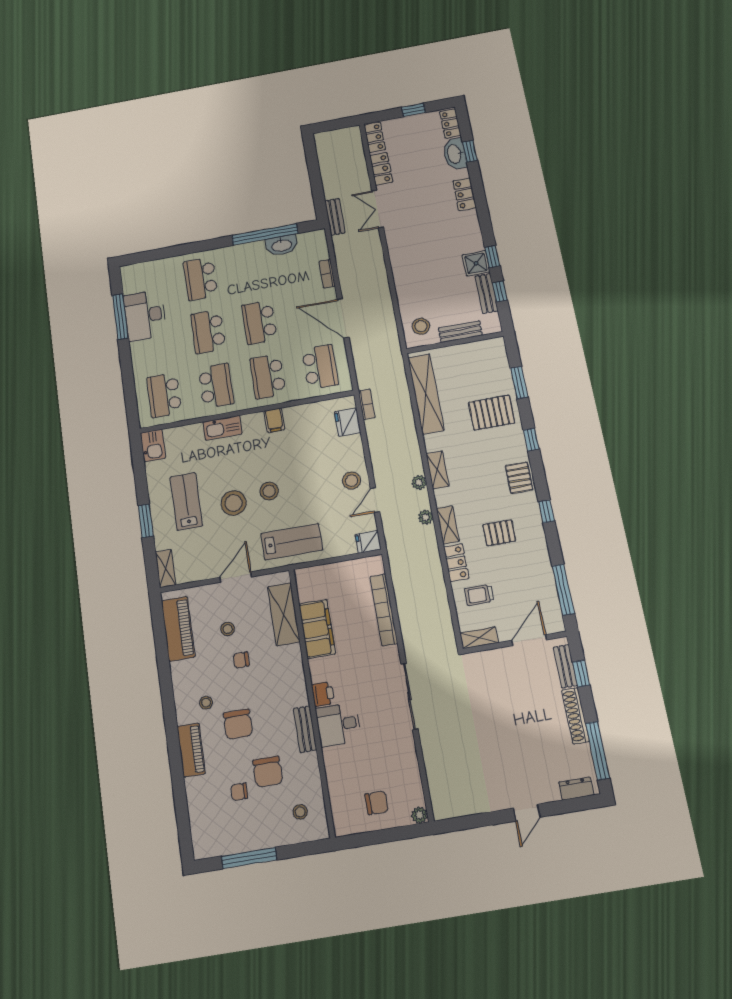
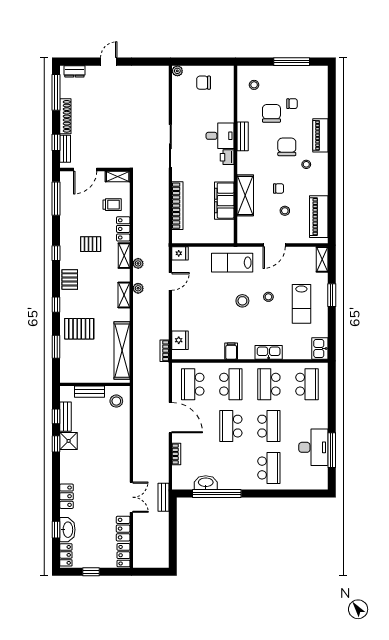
school desk: (259, 322) -> (231, 426), turned 180
stool: (352, 481) -> (184, 298), removed
stool: (234, 503) -> (268, 297), width x0.53, depth x0.53
shelving: (284, 614) -> (245, 195), moved

